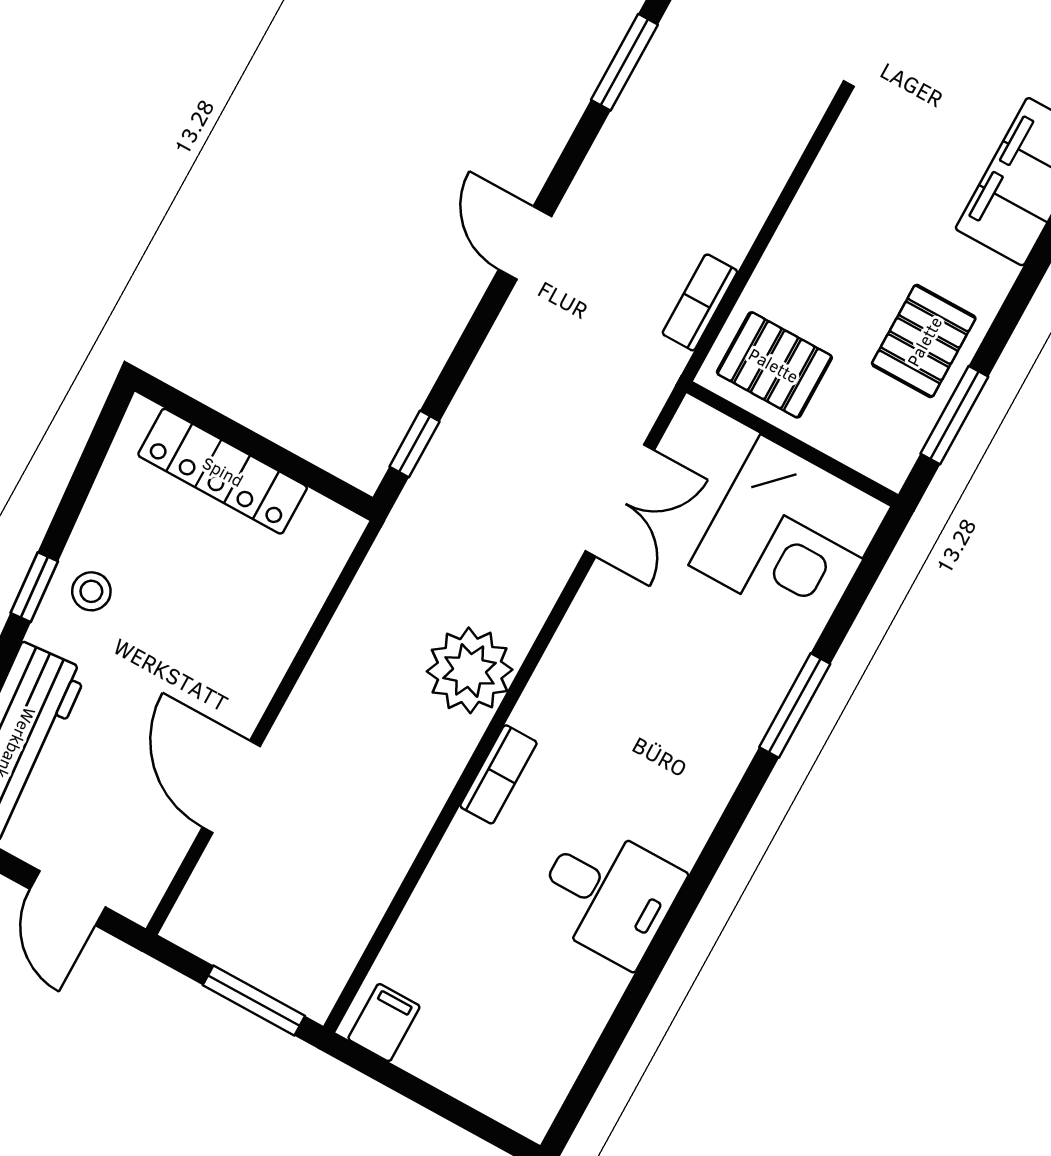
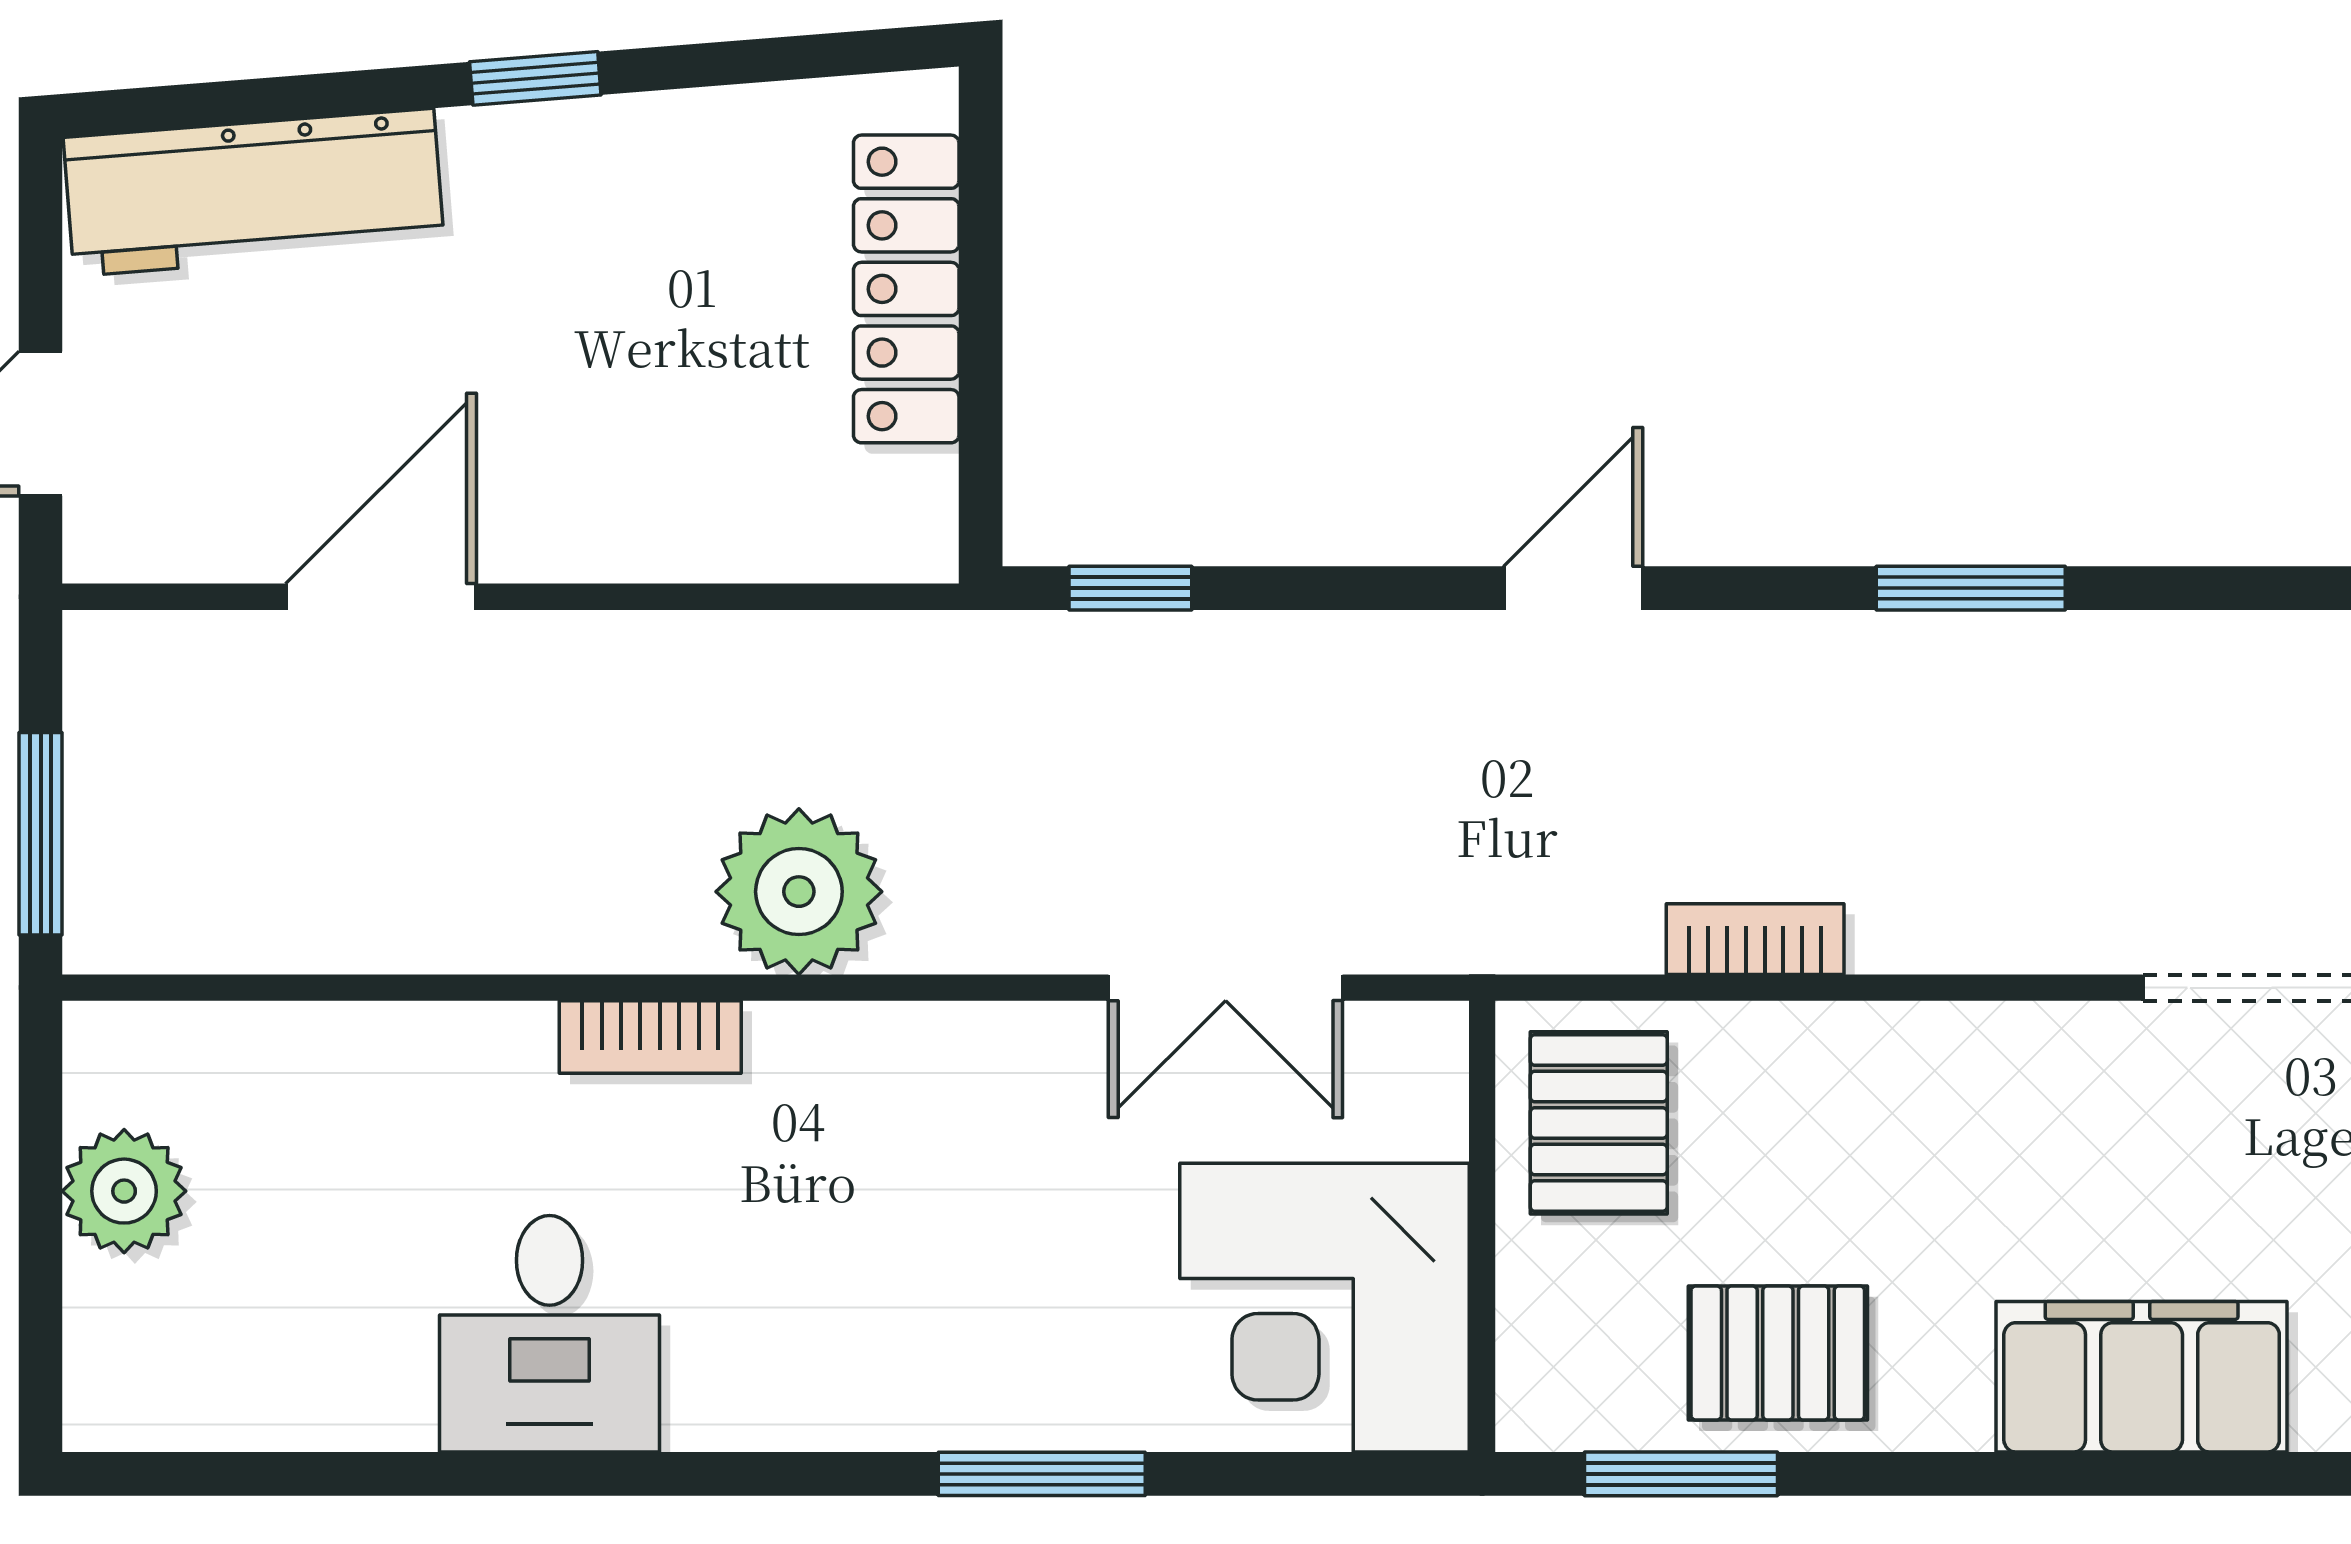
bookcase: (700, 302) -> (1755, 939), moved
stool: (91, 591) -> (581, 179), removed
filing cabinet: (384, 1023) -> (124, 1074), removed
plant: (437, 1052) -> (124, 1191), added

